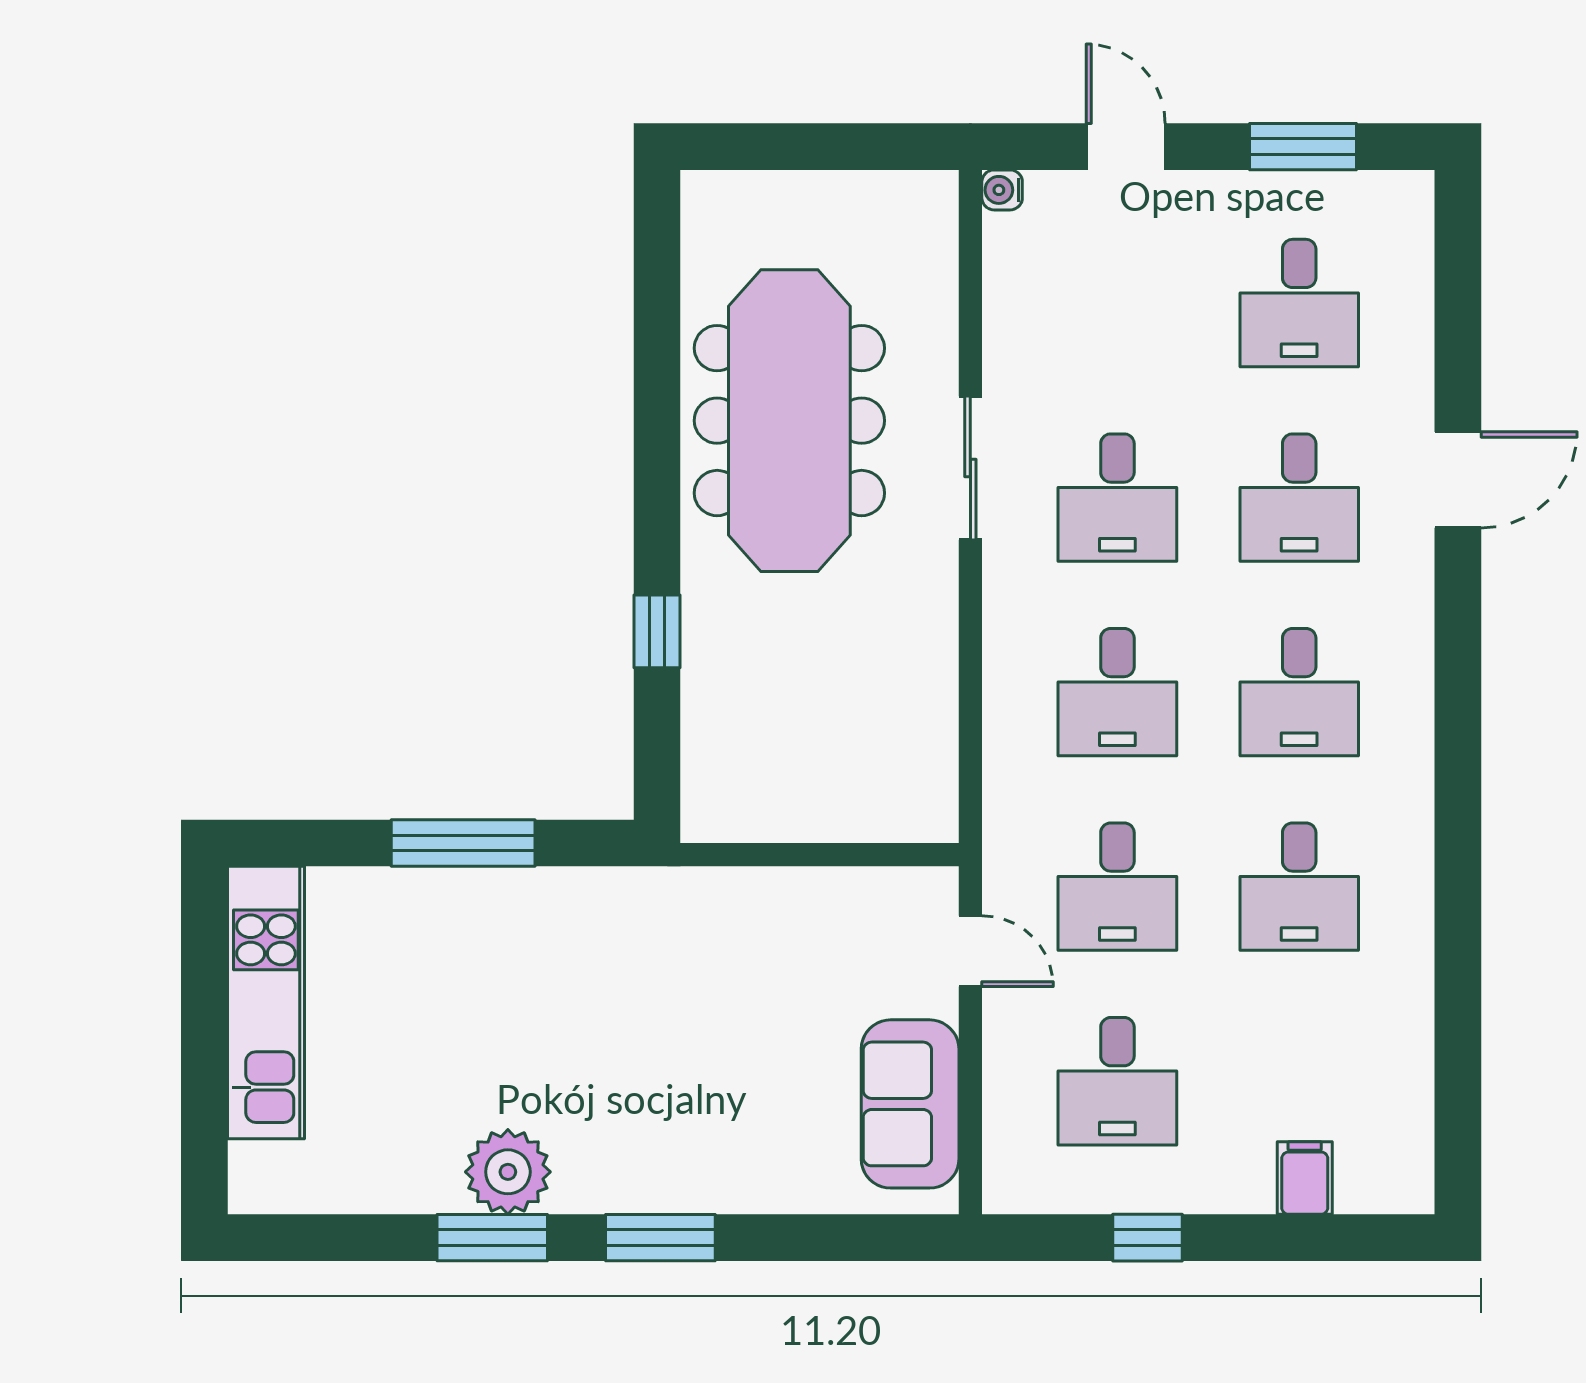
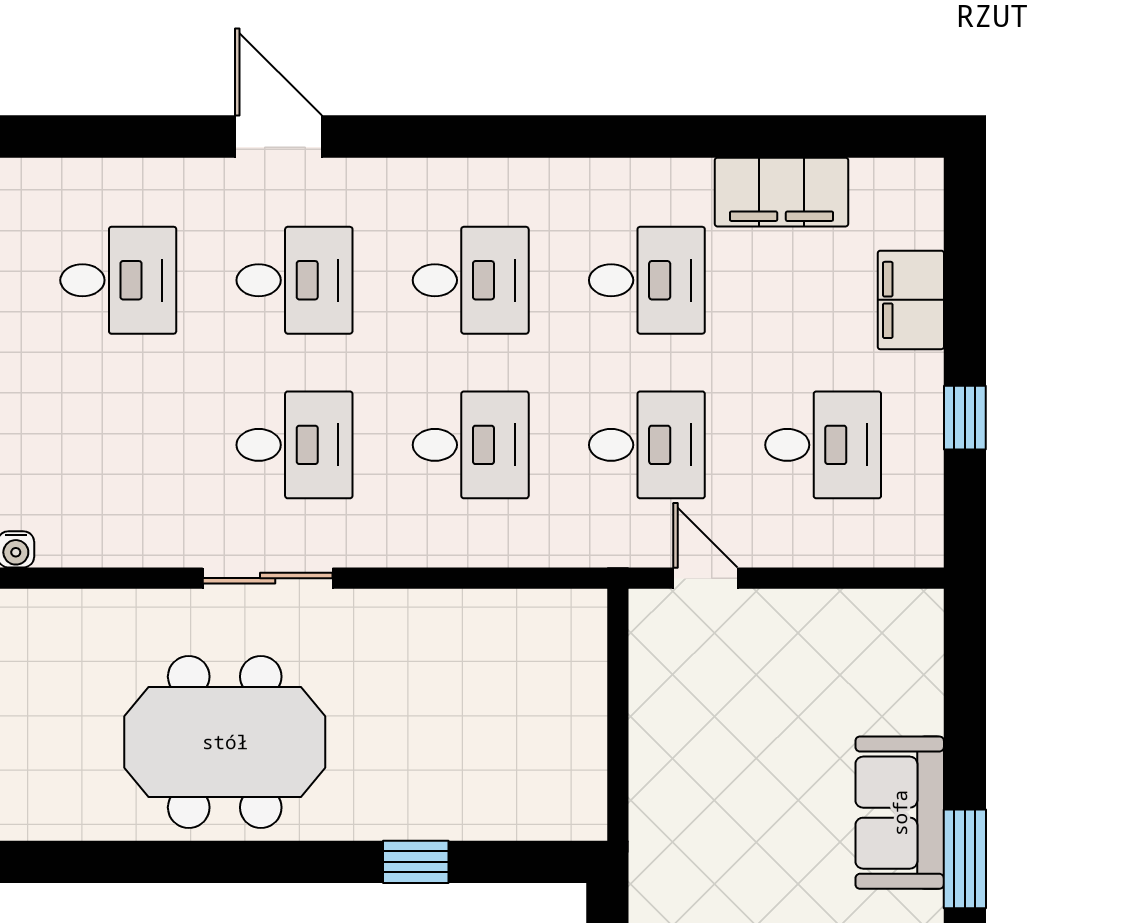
meeting table: (789, 421) -> (225, 742), width x0.73
door: (970, 951) -> (705, 578), hinge flipped
filing cabinet: (1397, 1035) -> (782, 192), added
sofa: (910, 1104) -> (900, 813), moved, turned 90
filing cabinet: (1305, 1178) -> (911, 300), width x2.00

